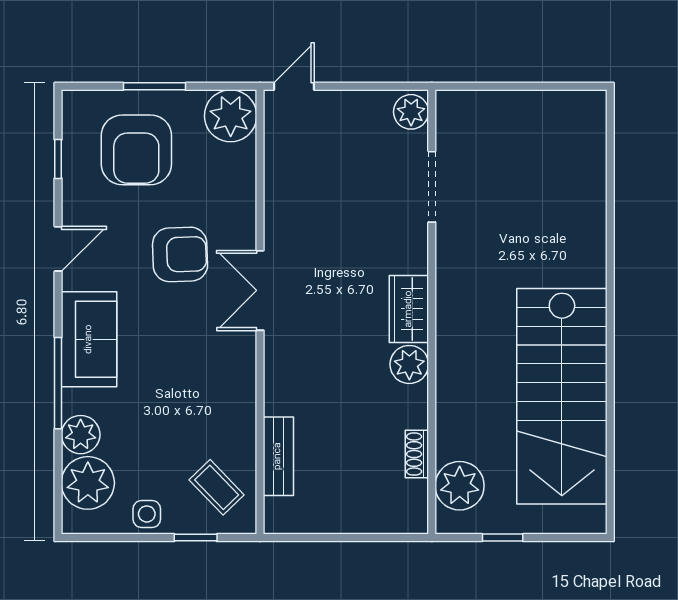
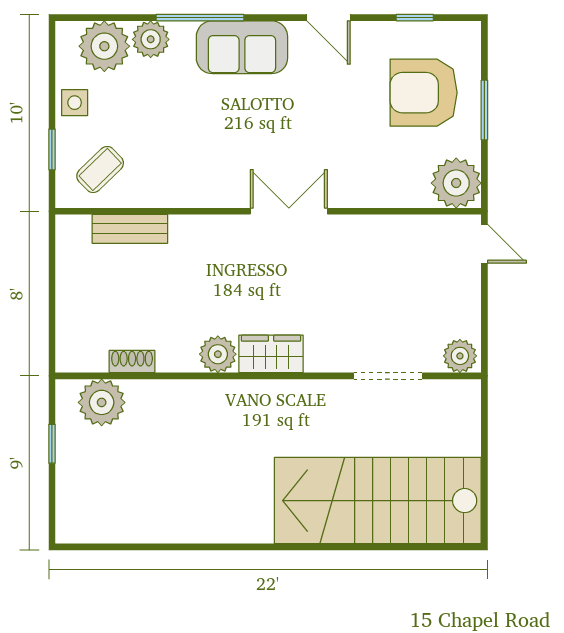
armchair: (180, 254) -> (323, 135), removed
stairs: (562, 396) -> (378, 501), moved

